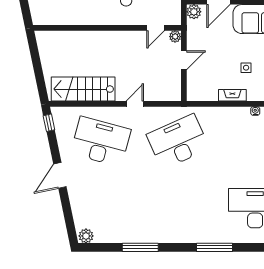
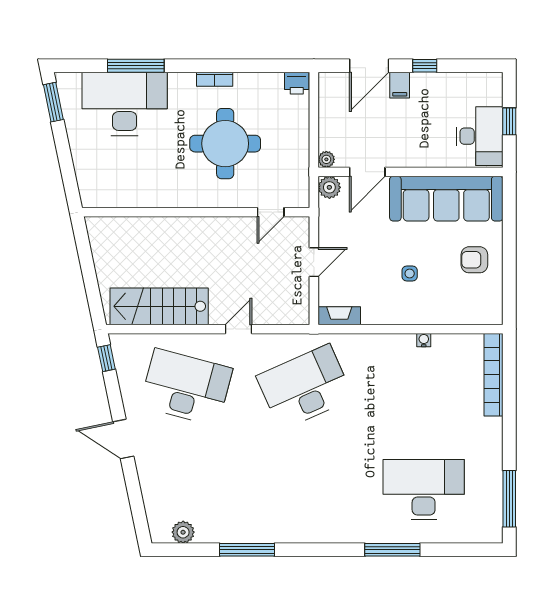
plant: (175, 37) -> (301, 226), removed
fireplace: (232, 95) -> (339, 316), moved
door: (60, 175) -> (123, 439), hinge flipped
plant: (86, 236) -> (183, 532), moved
window: (214, 247) -> (392, 550), moved

